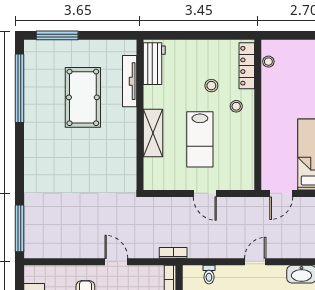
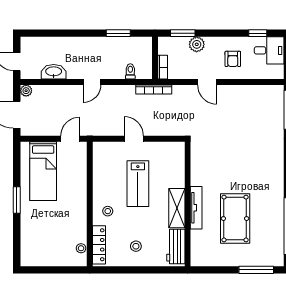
tv unit: (130, 81) -> (196, 208), moved
stool: (211, 86) -> (136, 246), moved
shelving: (153, 133) -> (177, 208), moved
lab bench: (200, 139) -> (138, 184), turned 180
bookcase: (173, 253) -> (154, 89), width x1.56

